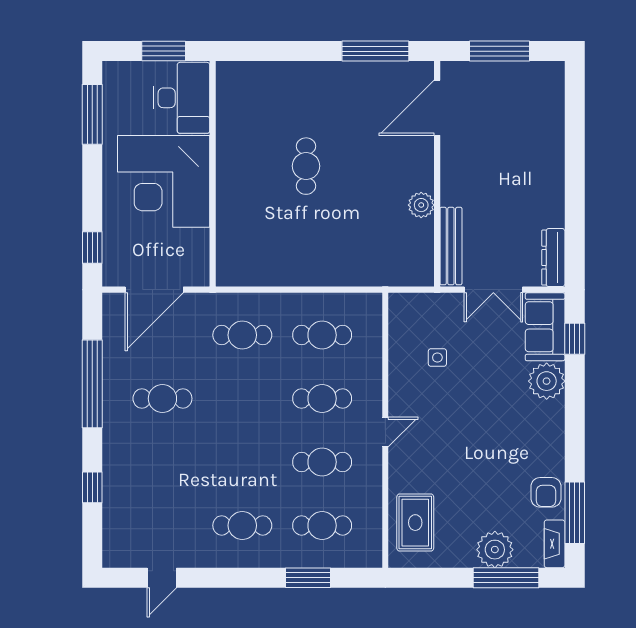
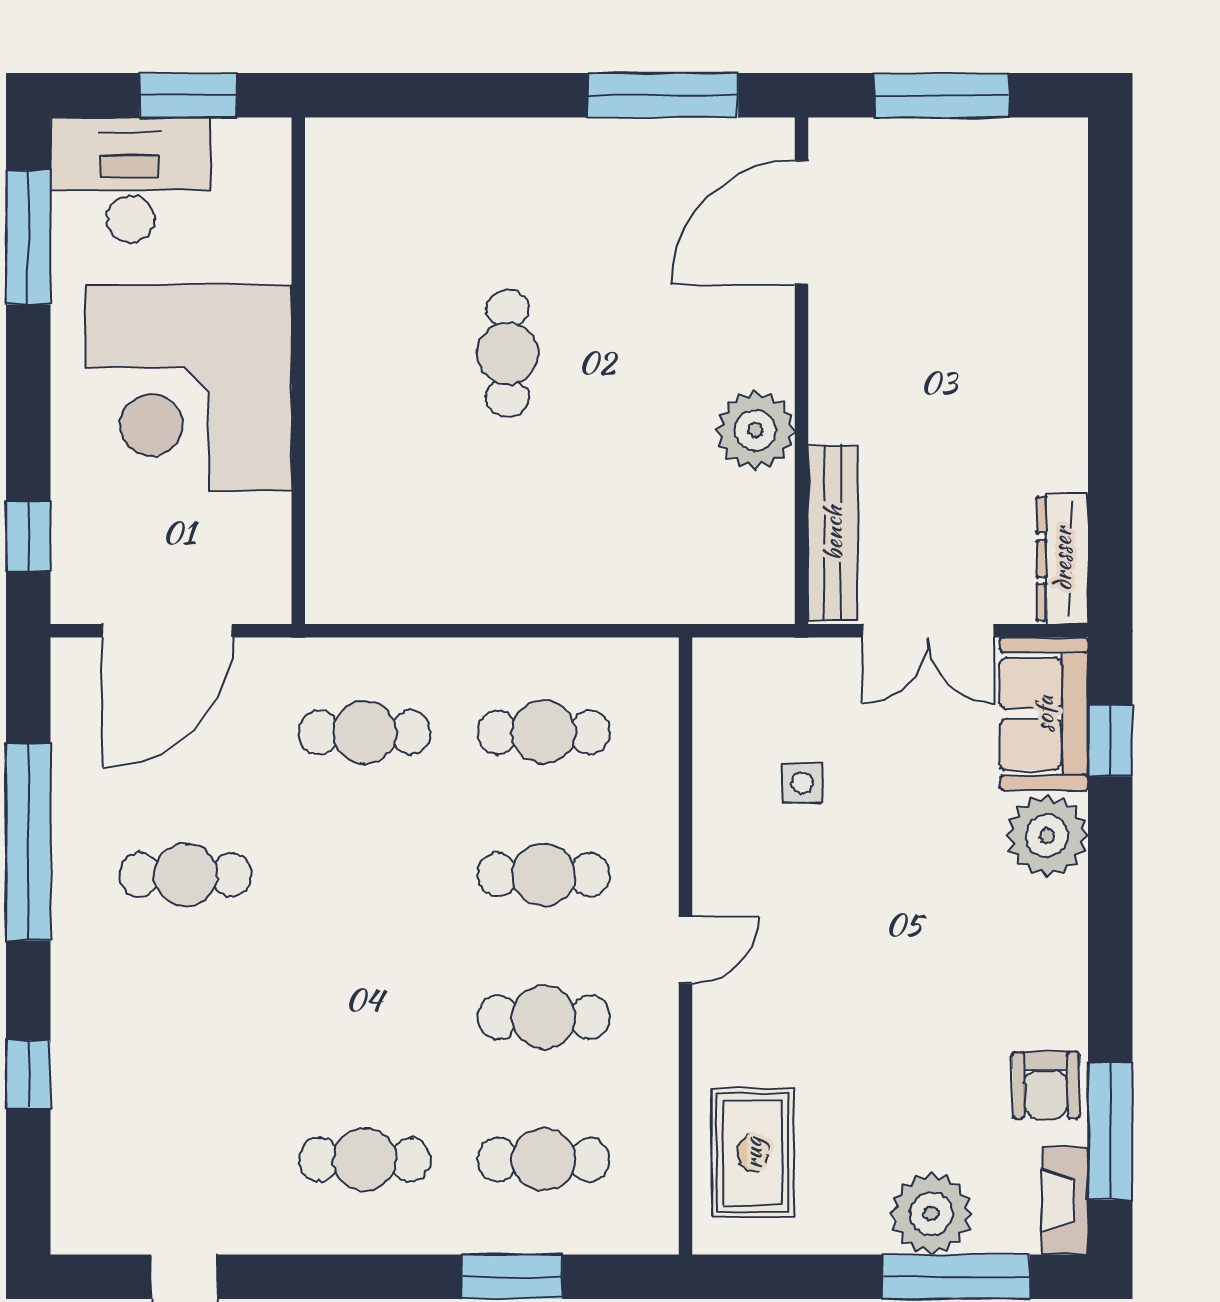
desk: (182, 98) -> (130, 180), moved, turned -90
plant: (421, 205) -> (755, 430), width x1.36, depth x1.36

